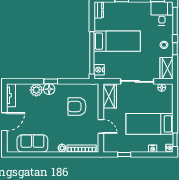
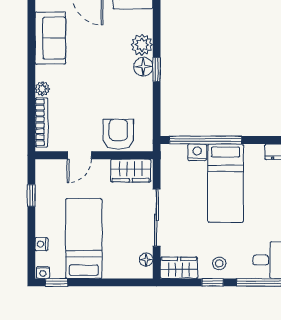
nightstand: (99, 70) -> (197, 152), moved
armchair: (77, 107) -> (118, 134), moved

